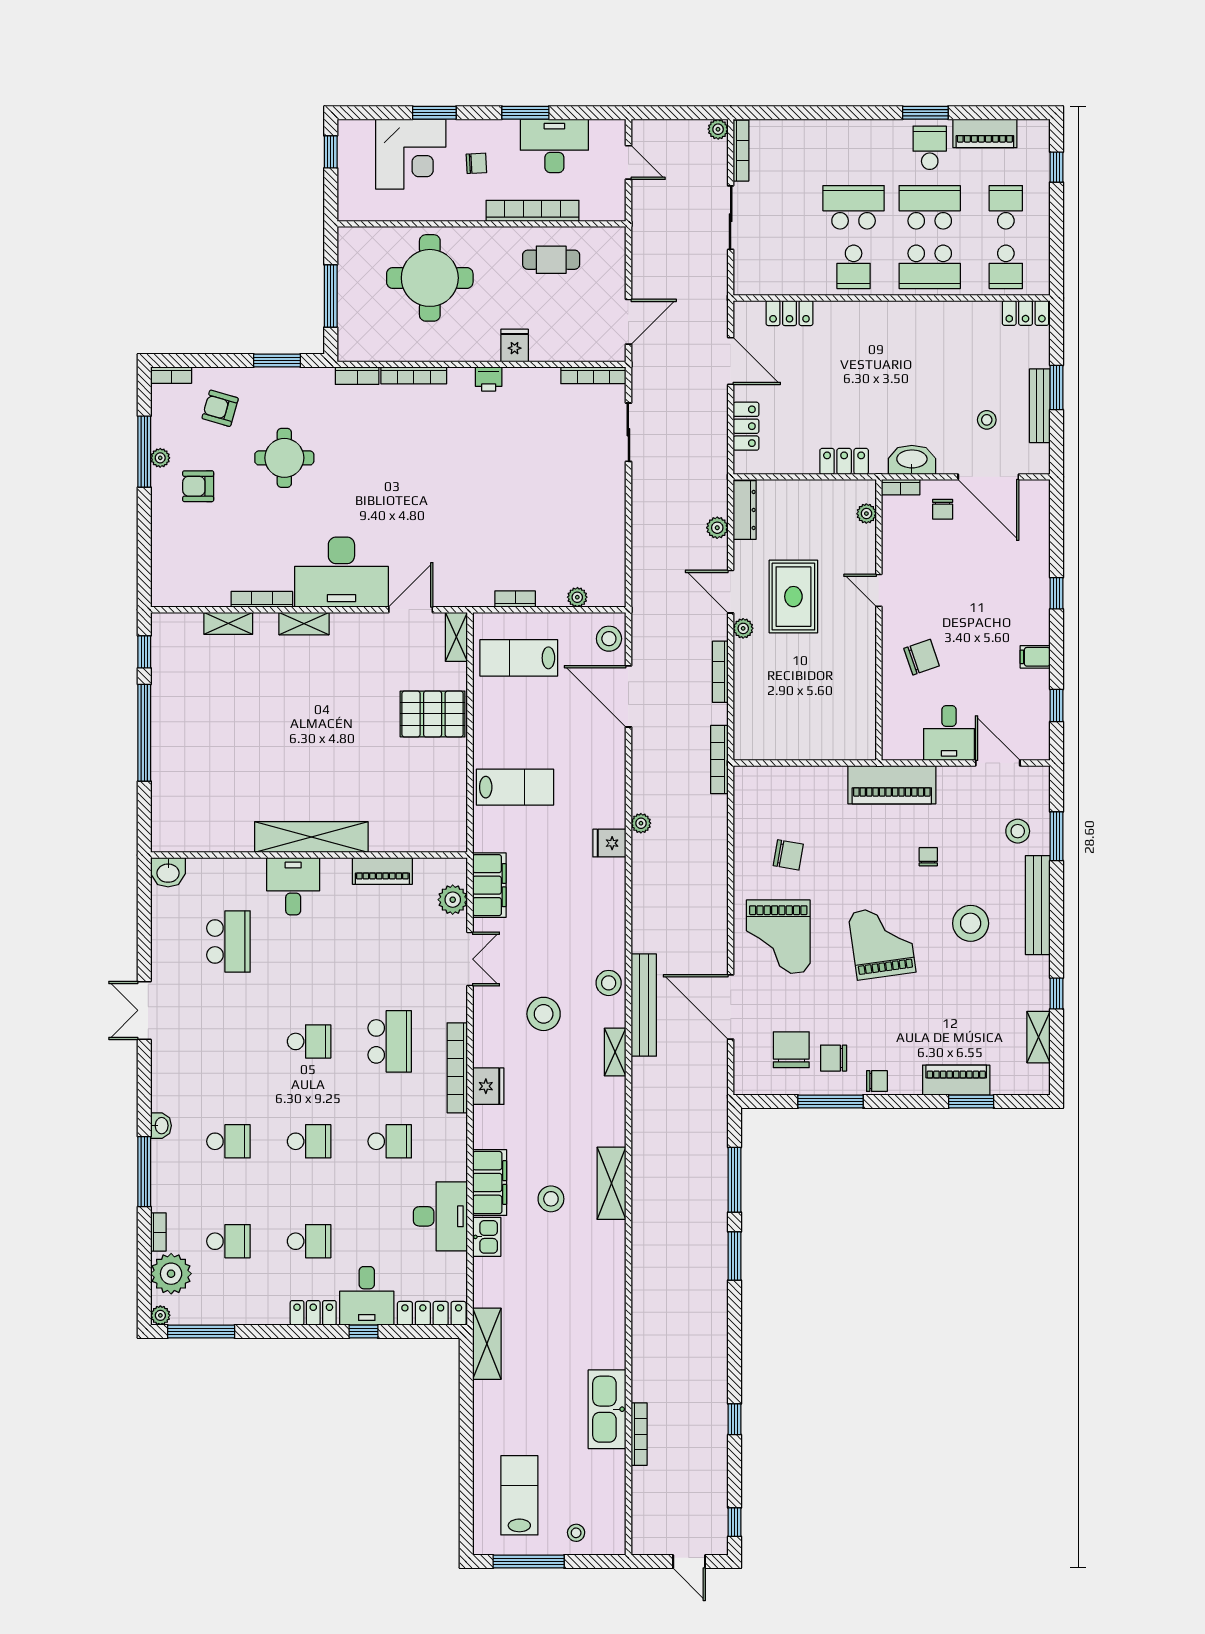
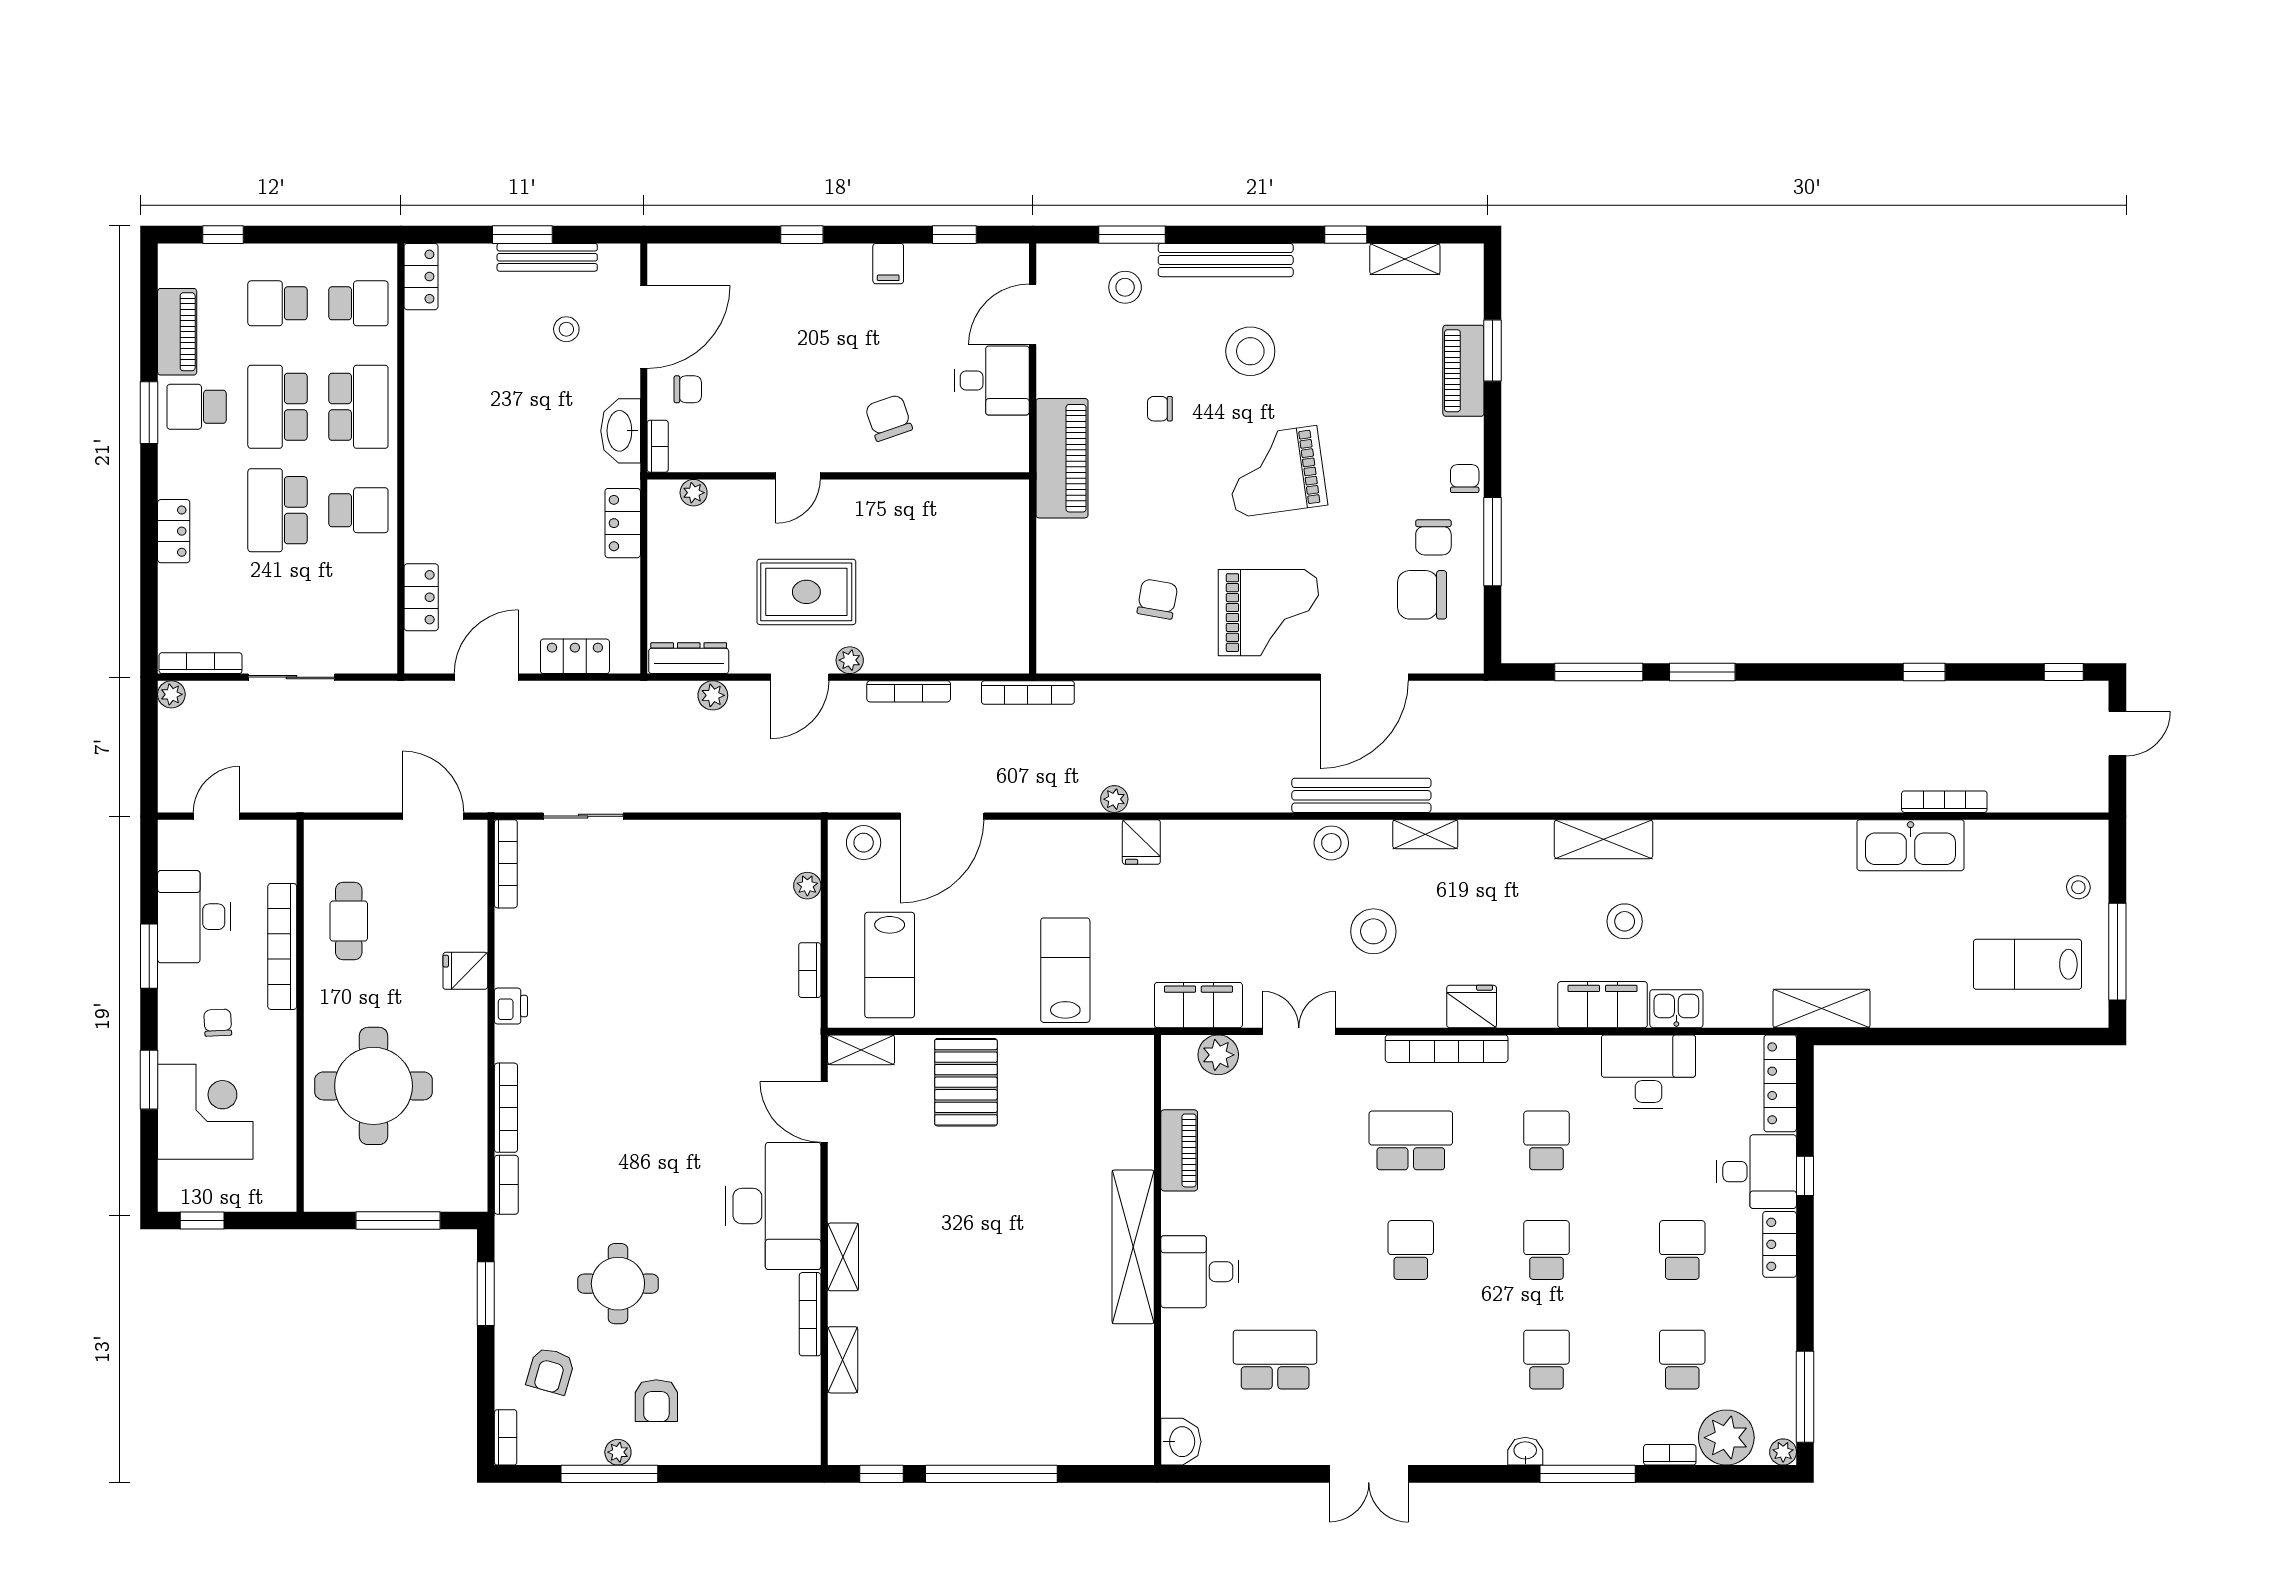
locker: (838, 131) -> (174, 531), added

